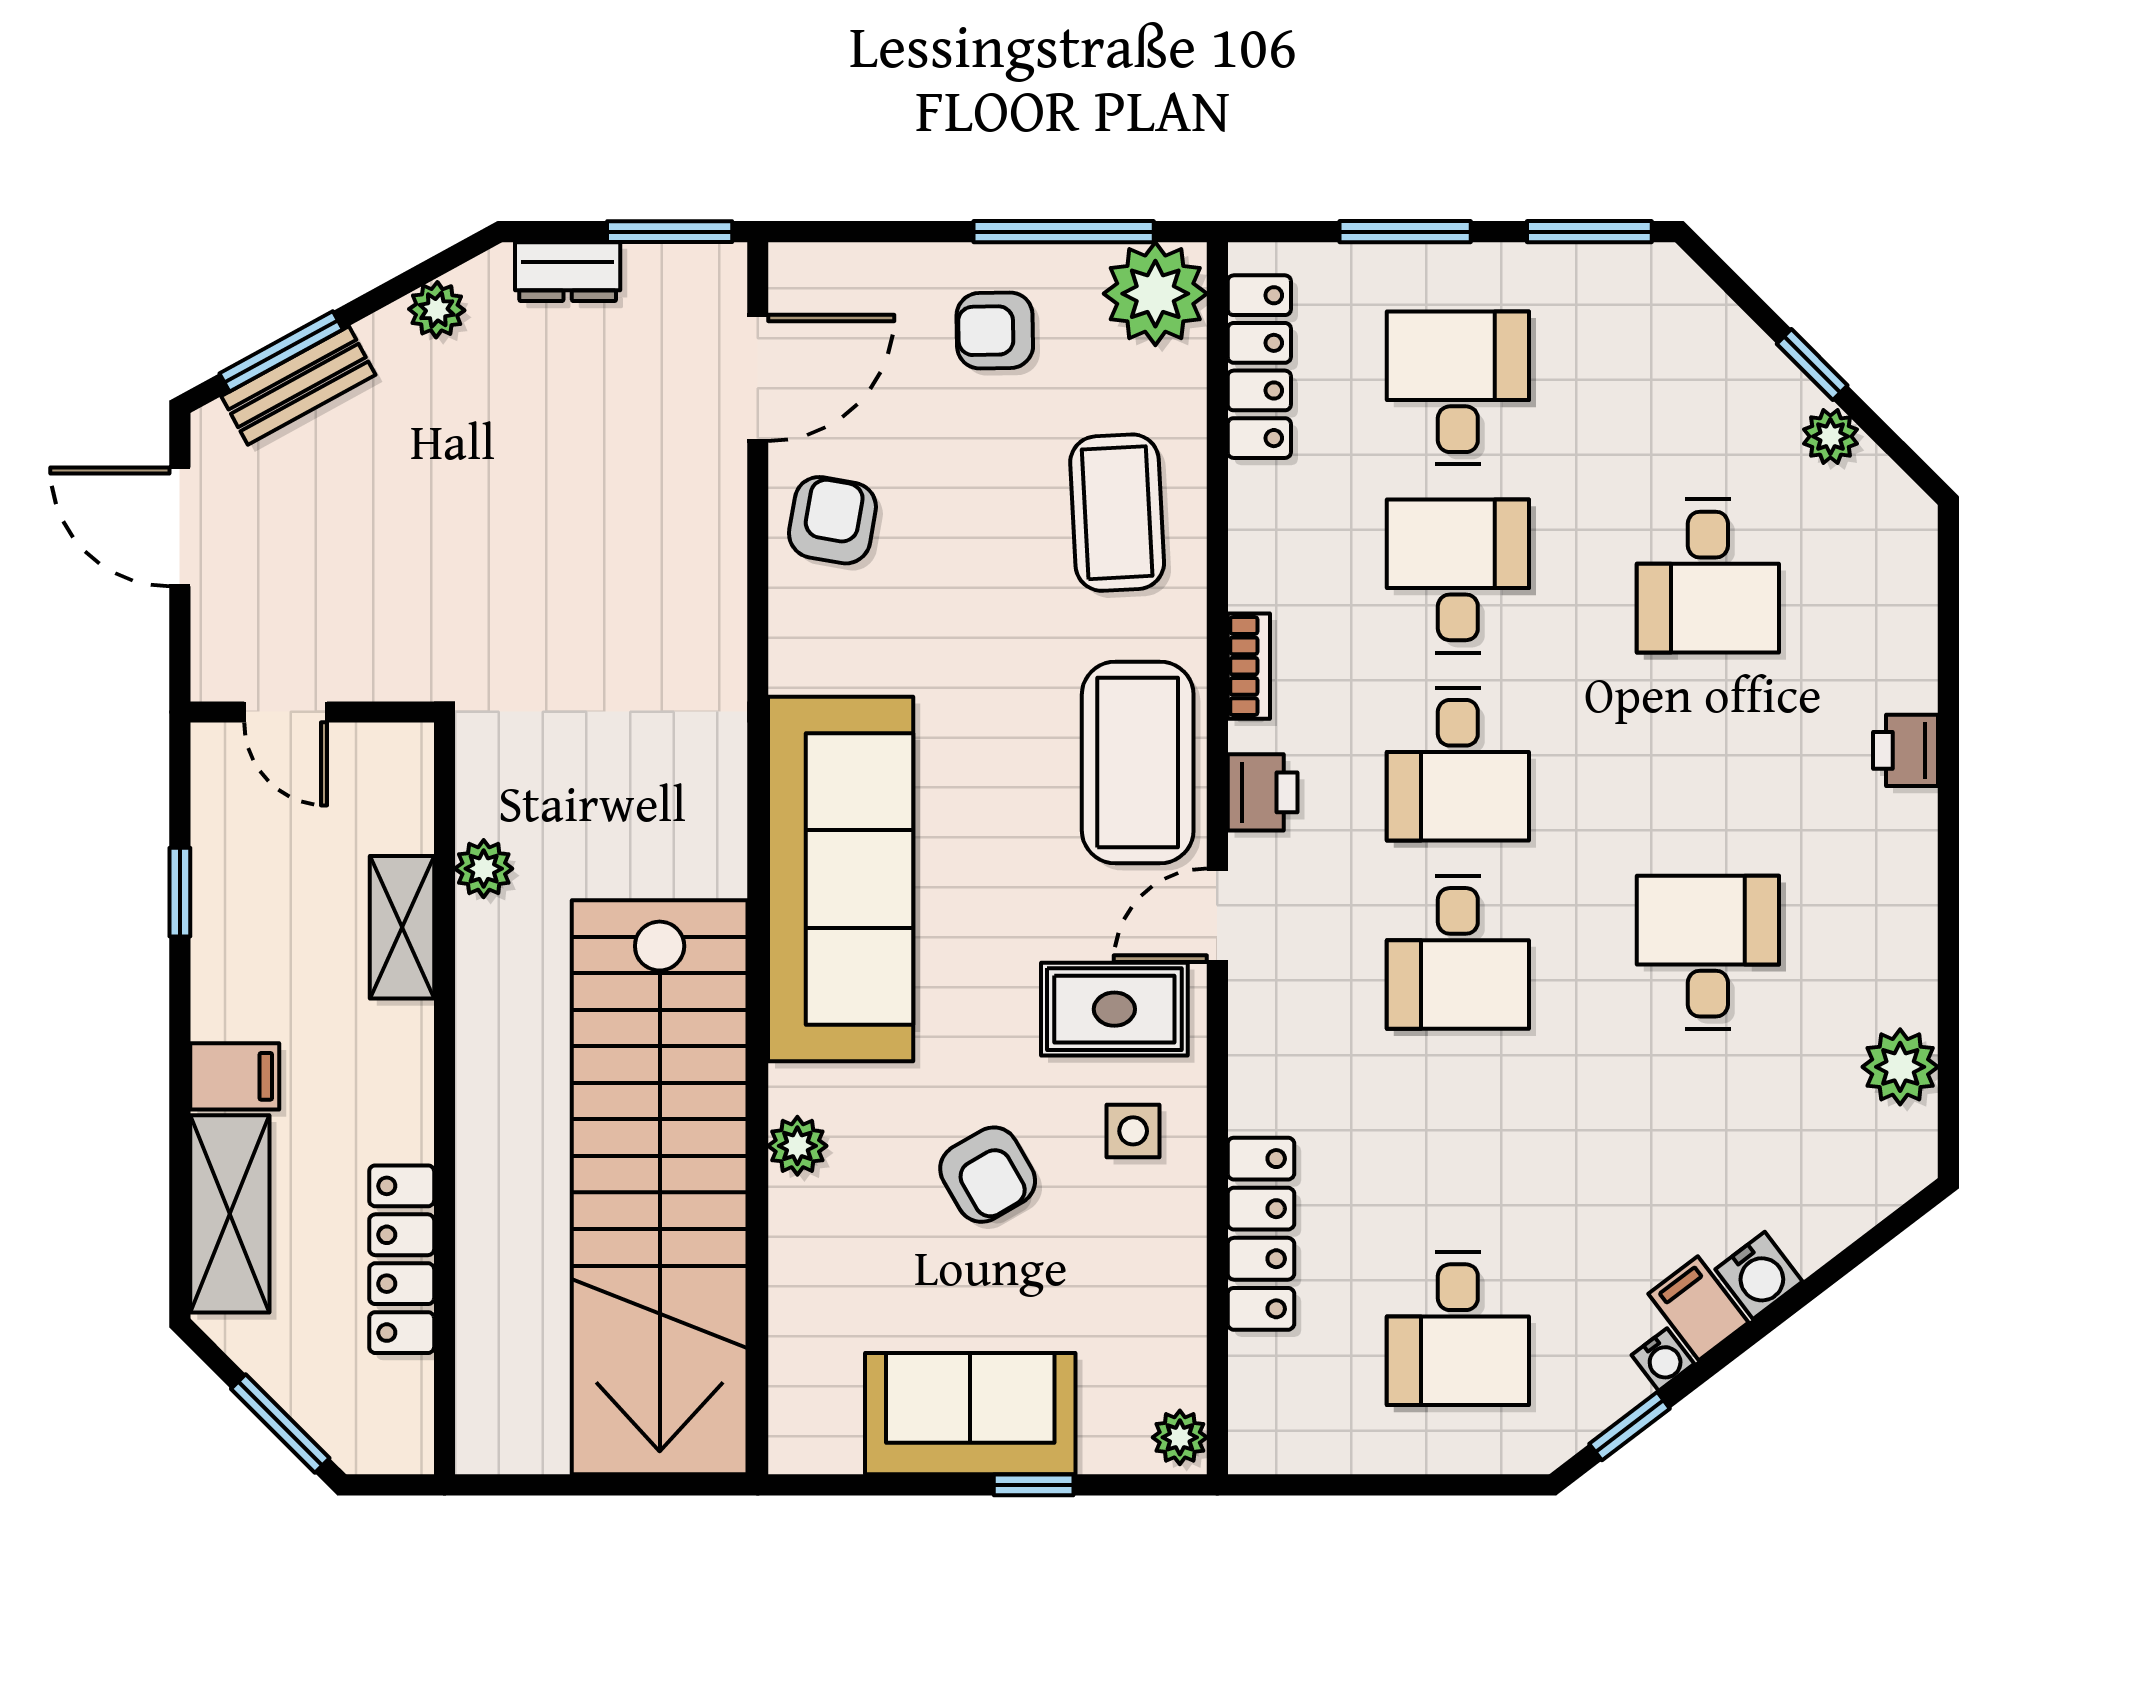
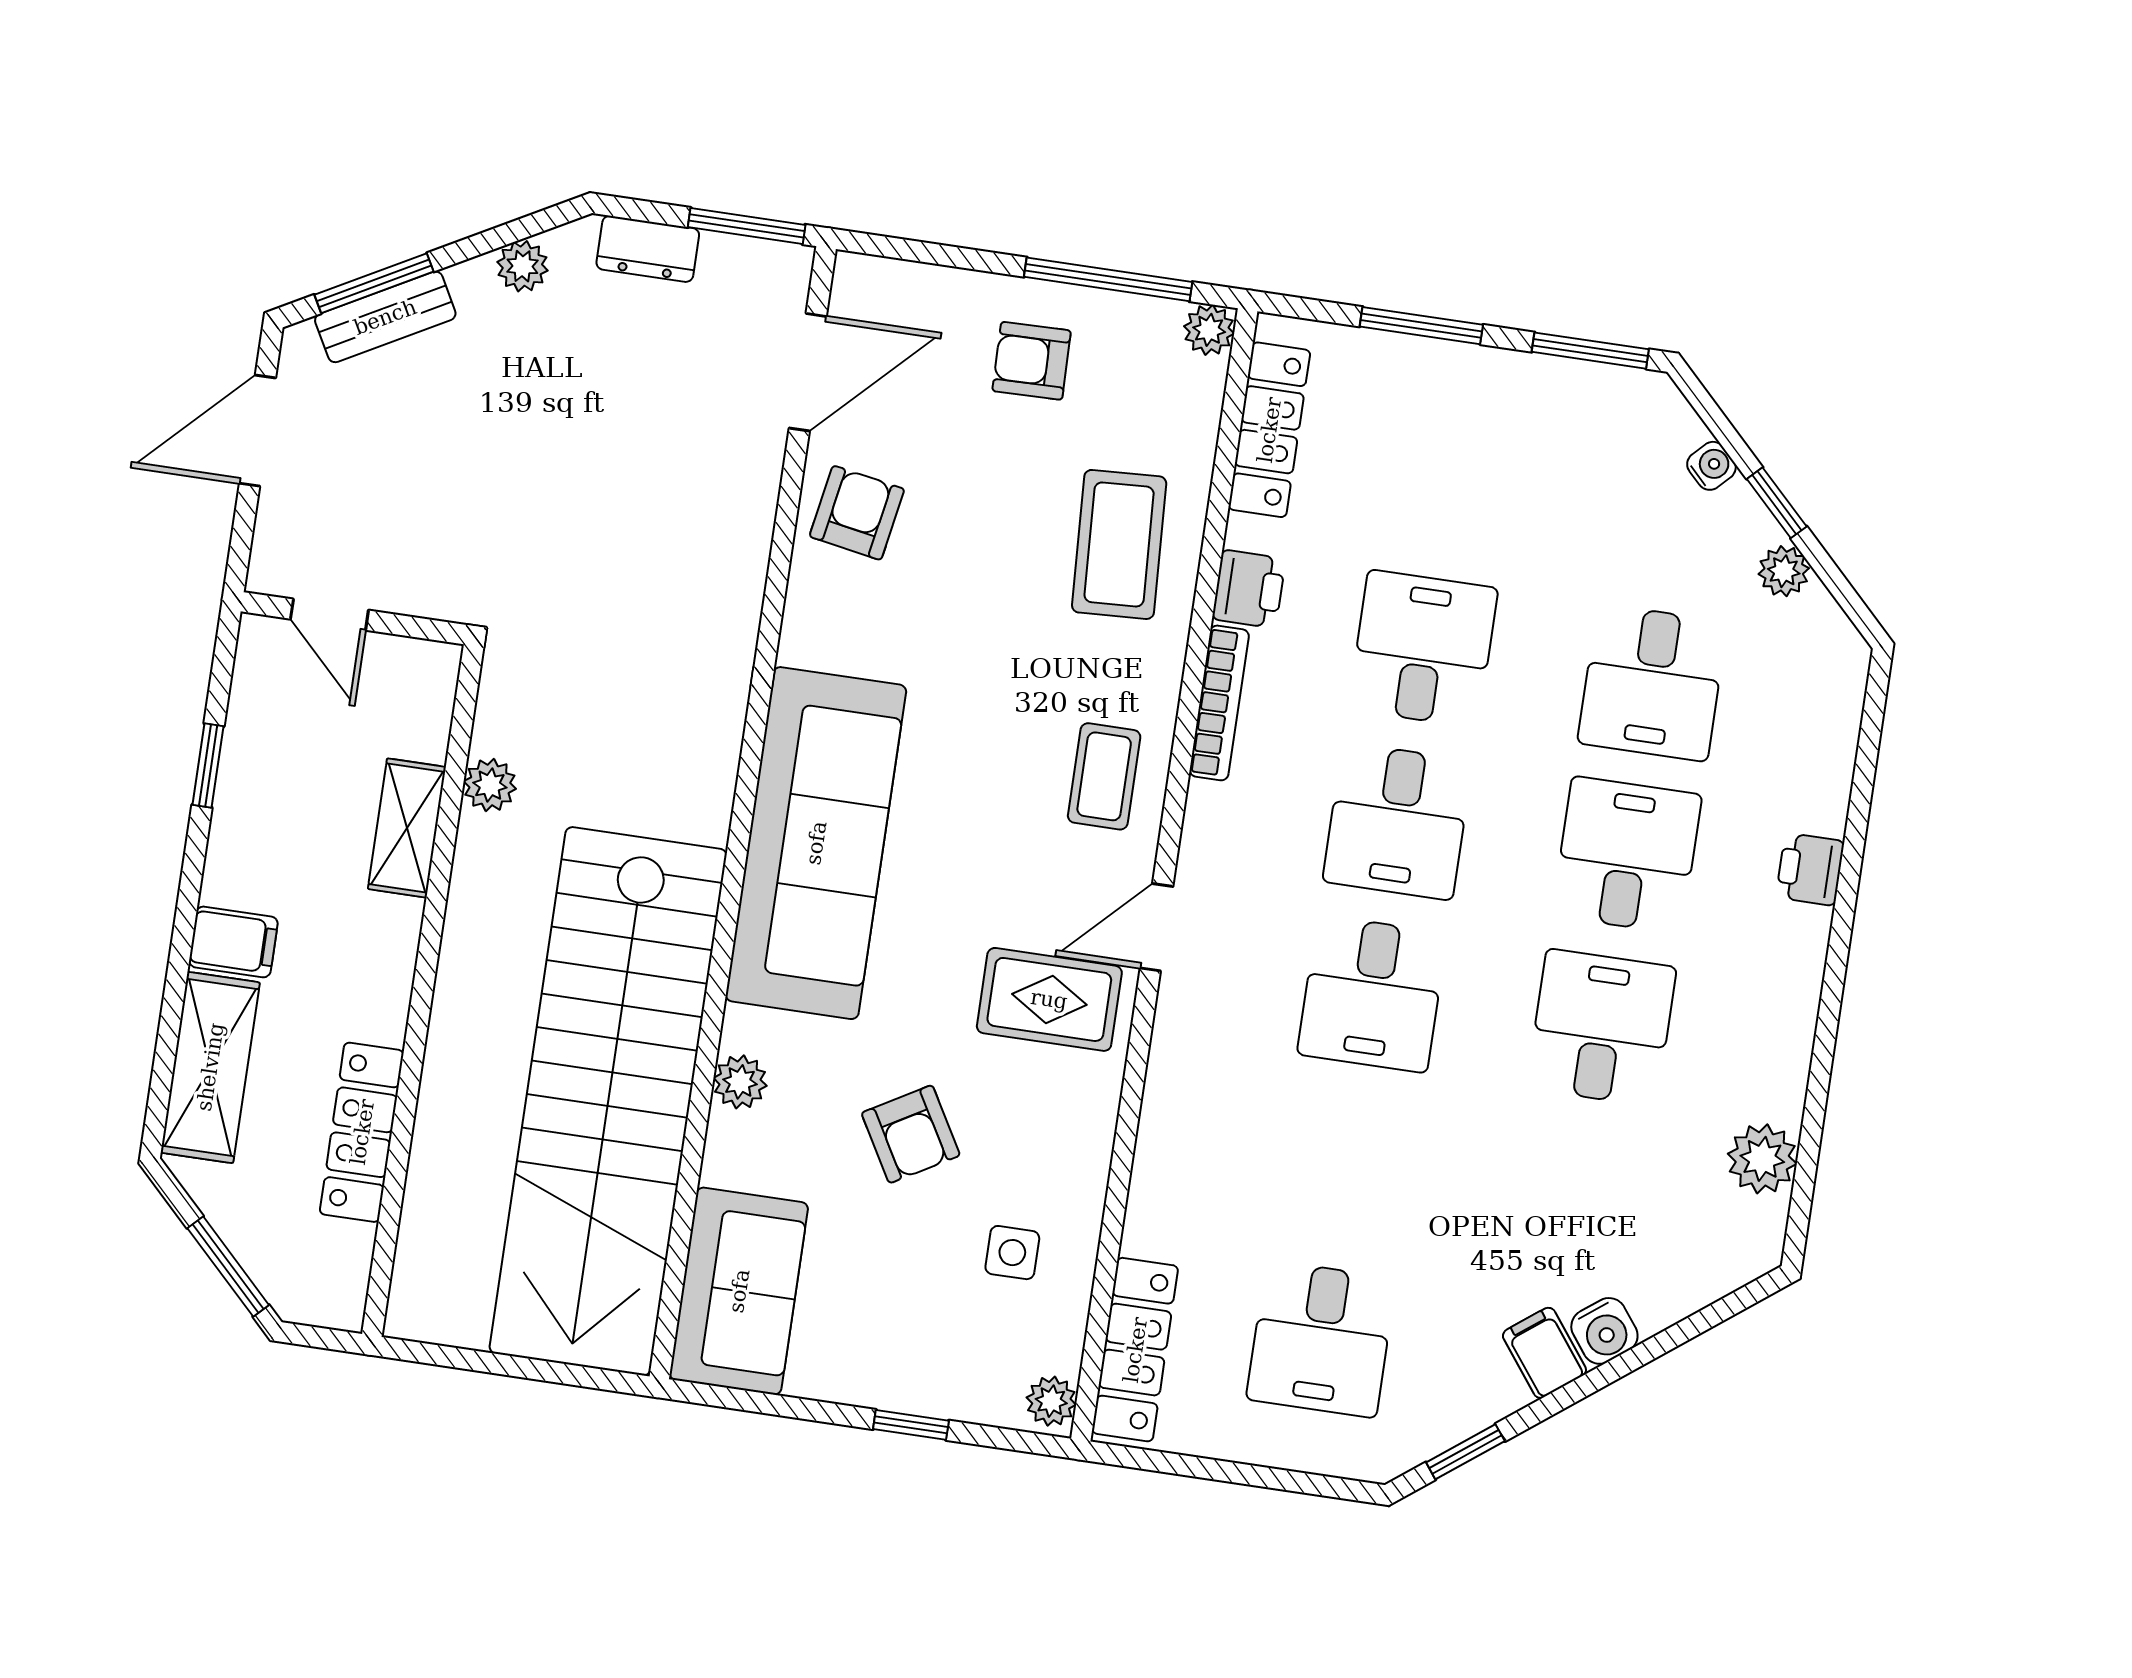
plant: (1155, 294) -> (1209, 330), width x0.53, depth x0.53
desk: (1458, 388) -> (1627, 855), moved
door: (180, 527) -> (258, 431), hinge flipped
bookcase: (1249, 666) -> (1219, 703), width x1.56
coffee table: (1138, 763) -> (1104, 776), width x0.54, depth x0.58
printer: (1263, 792) -> (1249, 589), moved
side table: (1133, 1131) -> (1012, 1253), moved
locker: (1261, 1234) -> (1135, 1350), moved
water cooler: (1663, 1359) -> (1711, 466), moved, turned -98
sofa: (970, 1414) -> (739, 1291), moved, turned 90

